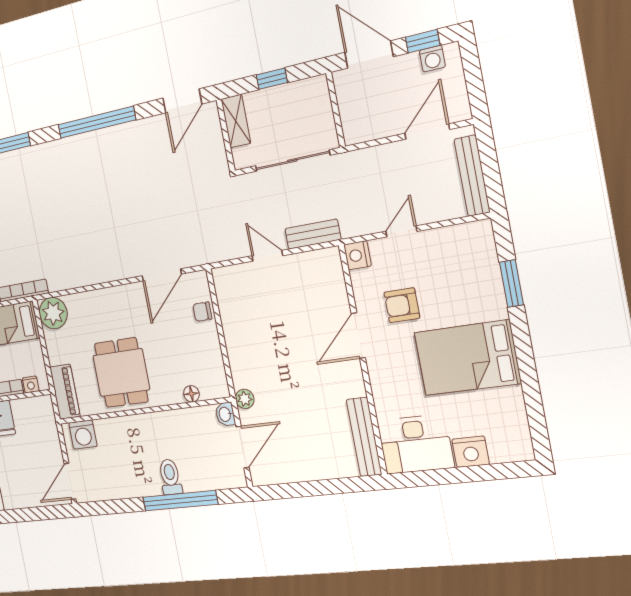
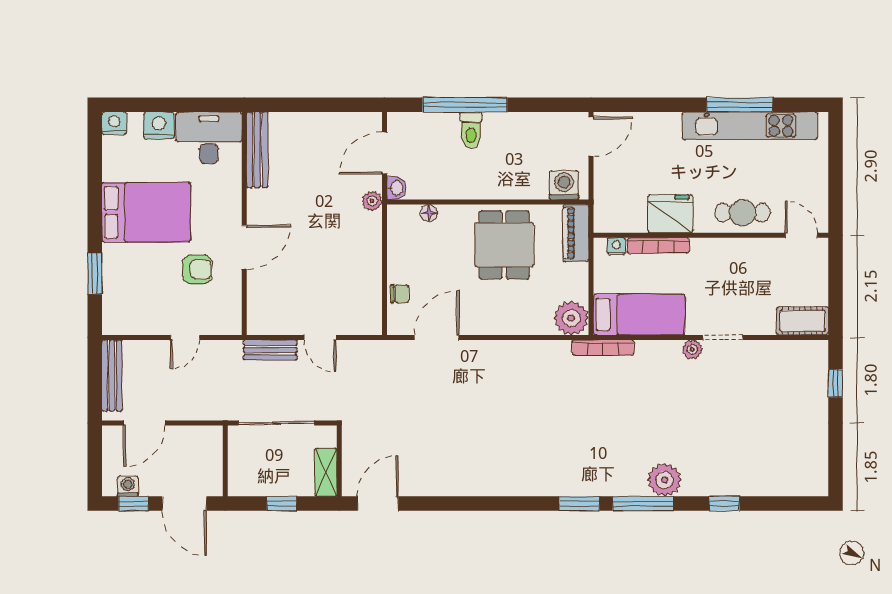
window: (97, 122) -> (477, 504), removed
nightstand: (357, 255) -> (114, 123), moved, turned -90

